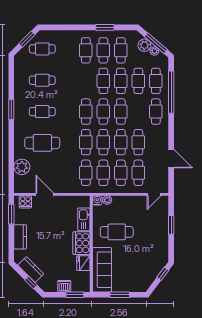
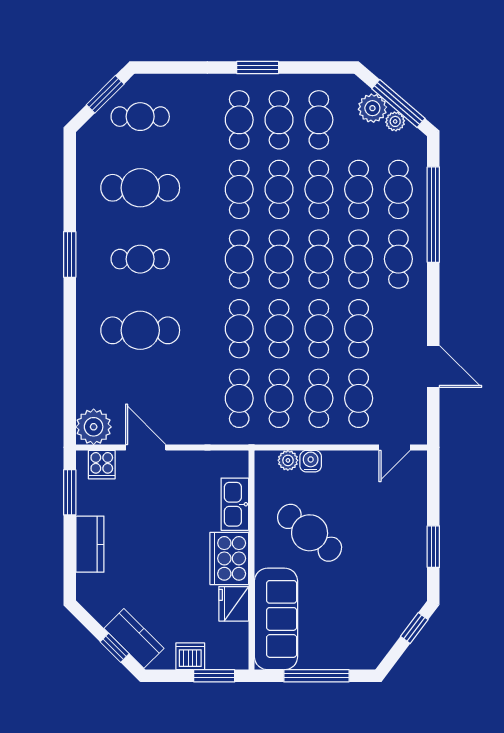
window: (105, 27) -> (258, 67), moved
cafe table: (42, 80) -> (140, 188), width x1.37, depth x1.35
cafe table: (86, 81) -> (239, 189), added
cafe table: (138, 112) -> (359, 259), added
plant: (22, 167) -> (94, 427), moved
water cooler: (97, 200) -> (311, 461), moved
window: (171, 225) -> (433, 547), moved
cafe table: (117, 232) -> (310, 533), turned 39
kitchen counter: (31, 270) -> (134, 638), moved
window: (120, 295) -> (316, 676), width x1.44

